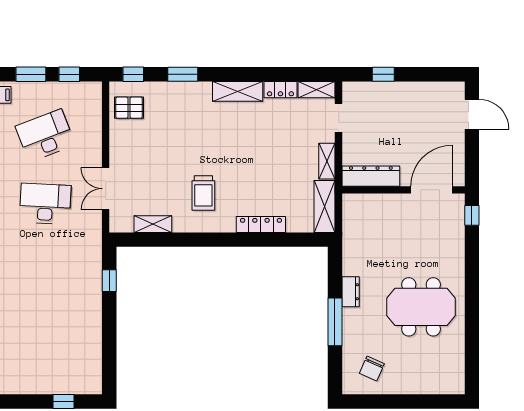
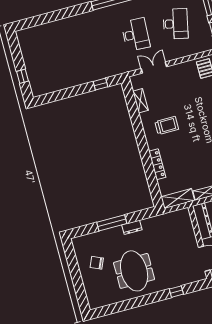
desk: (45, 135) -> (176, 24), turned 33
trolley: (203, 193) -> (167, 125), turned 180
window: (472, 215) -> (176, 292), moved
chair: (372, 368) -> (97, 263), moved

